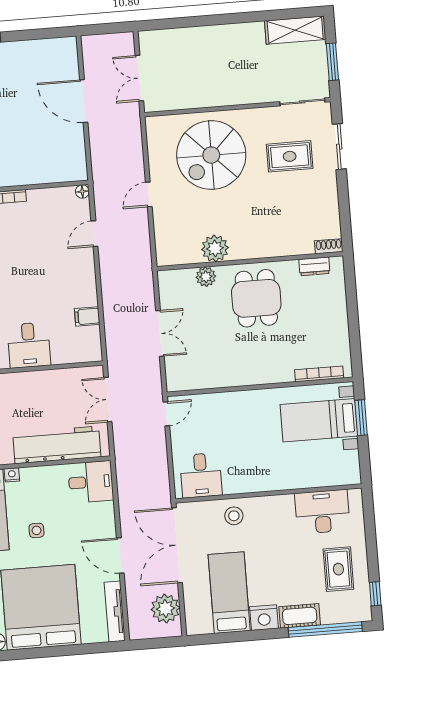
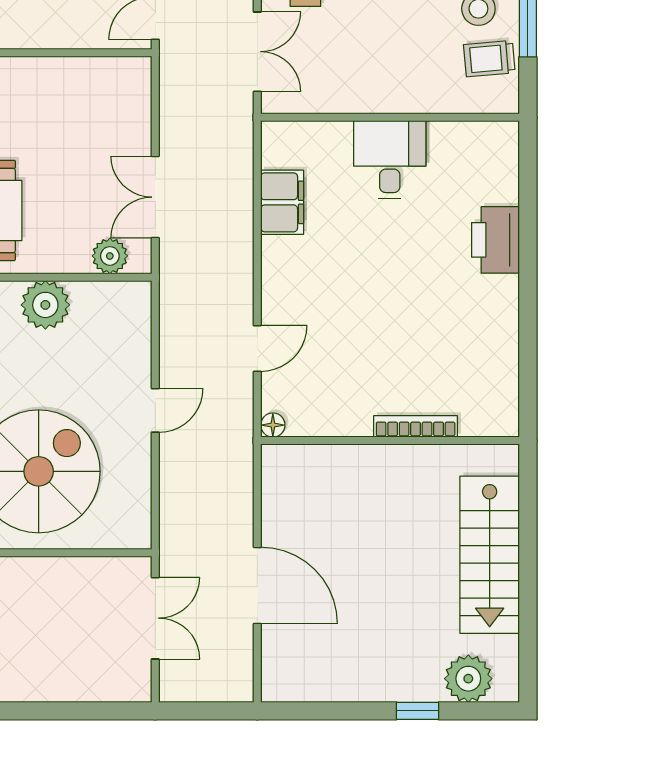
plant: (206, 277) -> (110, 256), moved
filing cabinet: (87, 316) -> (282, 202), width x2.00
double door: (160, 333) -> (155, 197), moved

